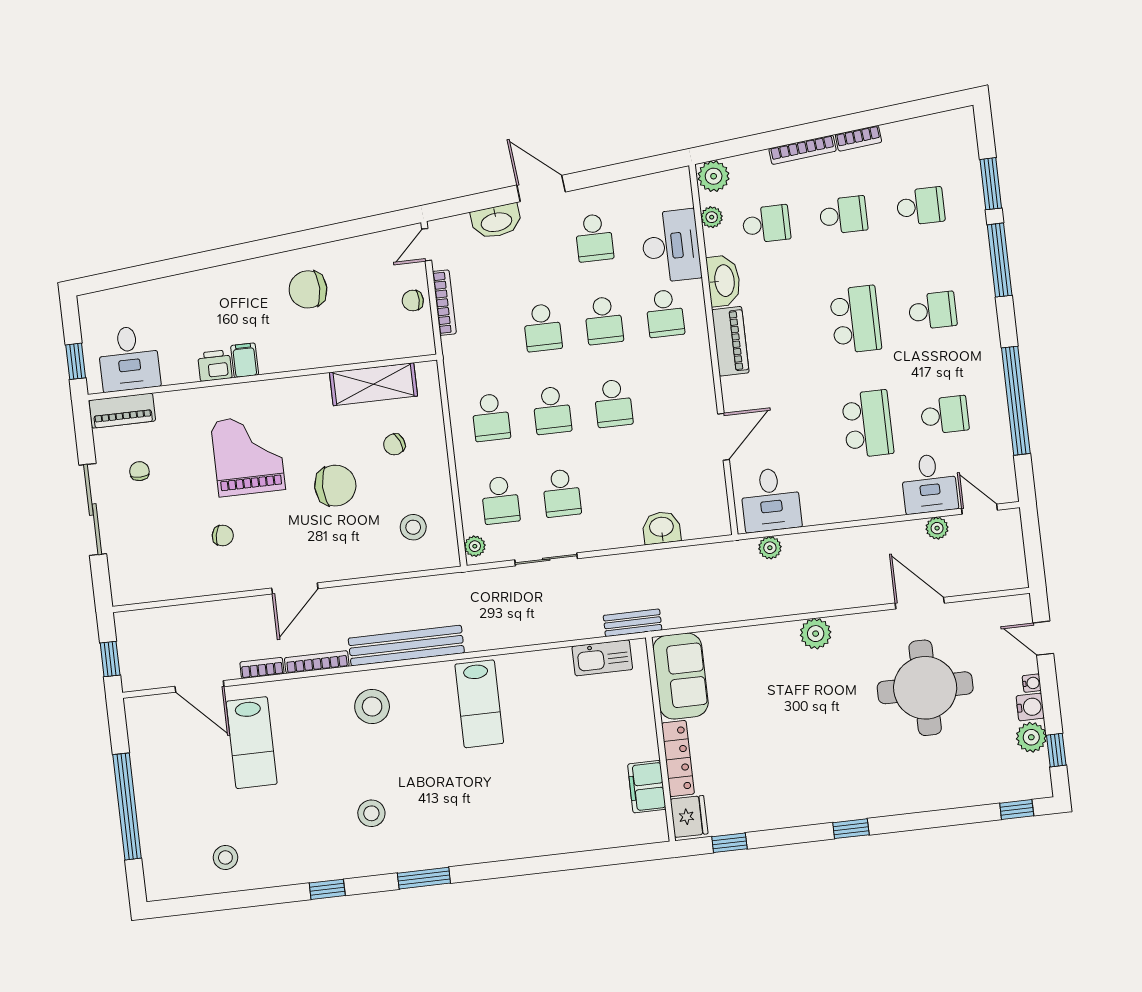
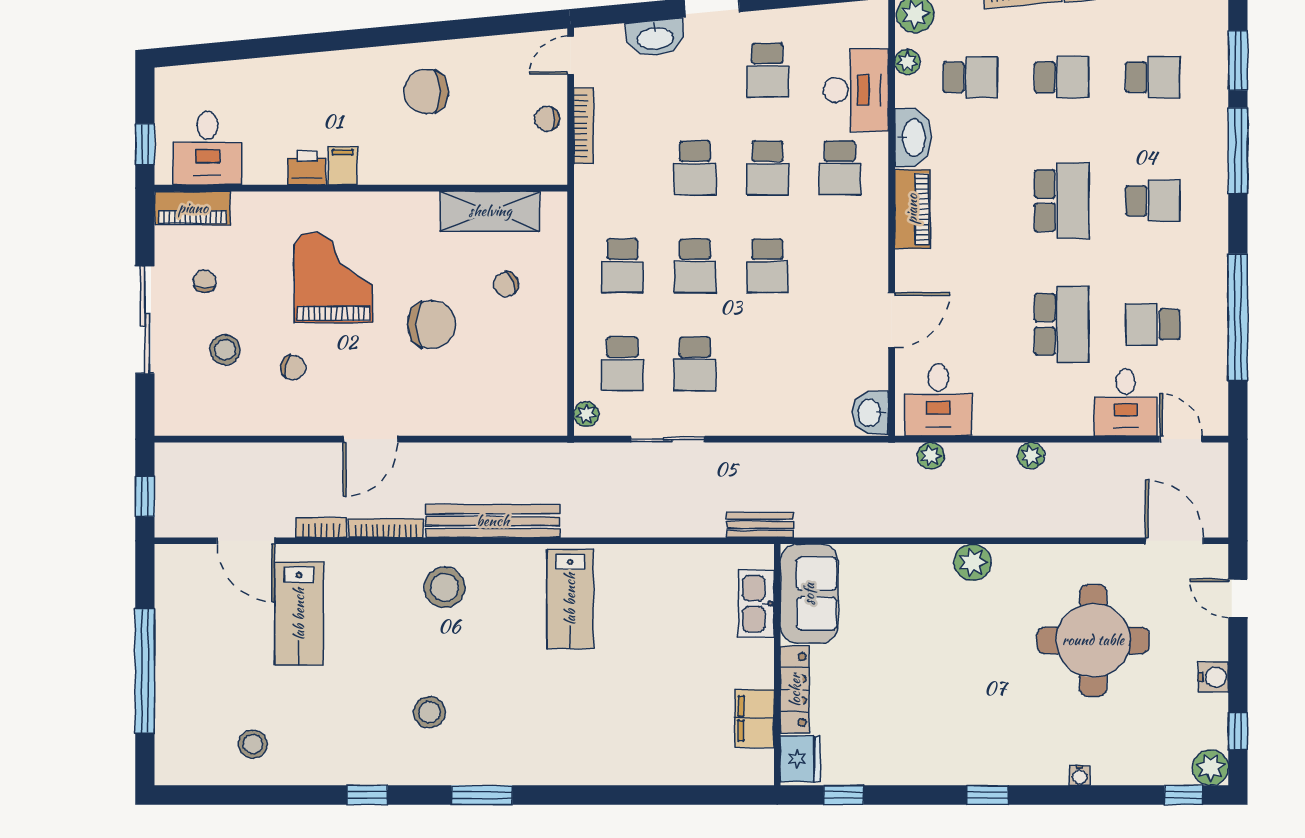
school desk: (945, 415) -> (1153, 324), turned 180
stool: (413, 527) -> (225, 350), moved
washbasin: (661, 528) -> (870, 413), moved, turned -90
plant: (937, 528) -> (1031, 456), moved
door: (920, 603) -> (1174, 541), moved
kitchen sink: (602, 658) -> (756, 604), moved, turned 90
water cooler: (1032, 683) -> (1080, 775), moved, turned 90
plant: (1031, 737) -> (1210, 768), moved

